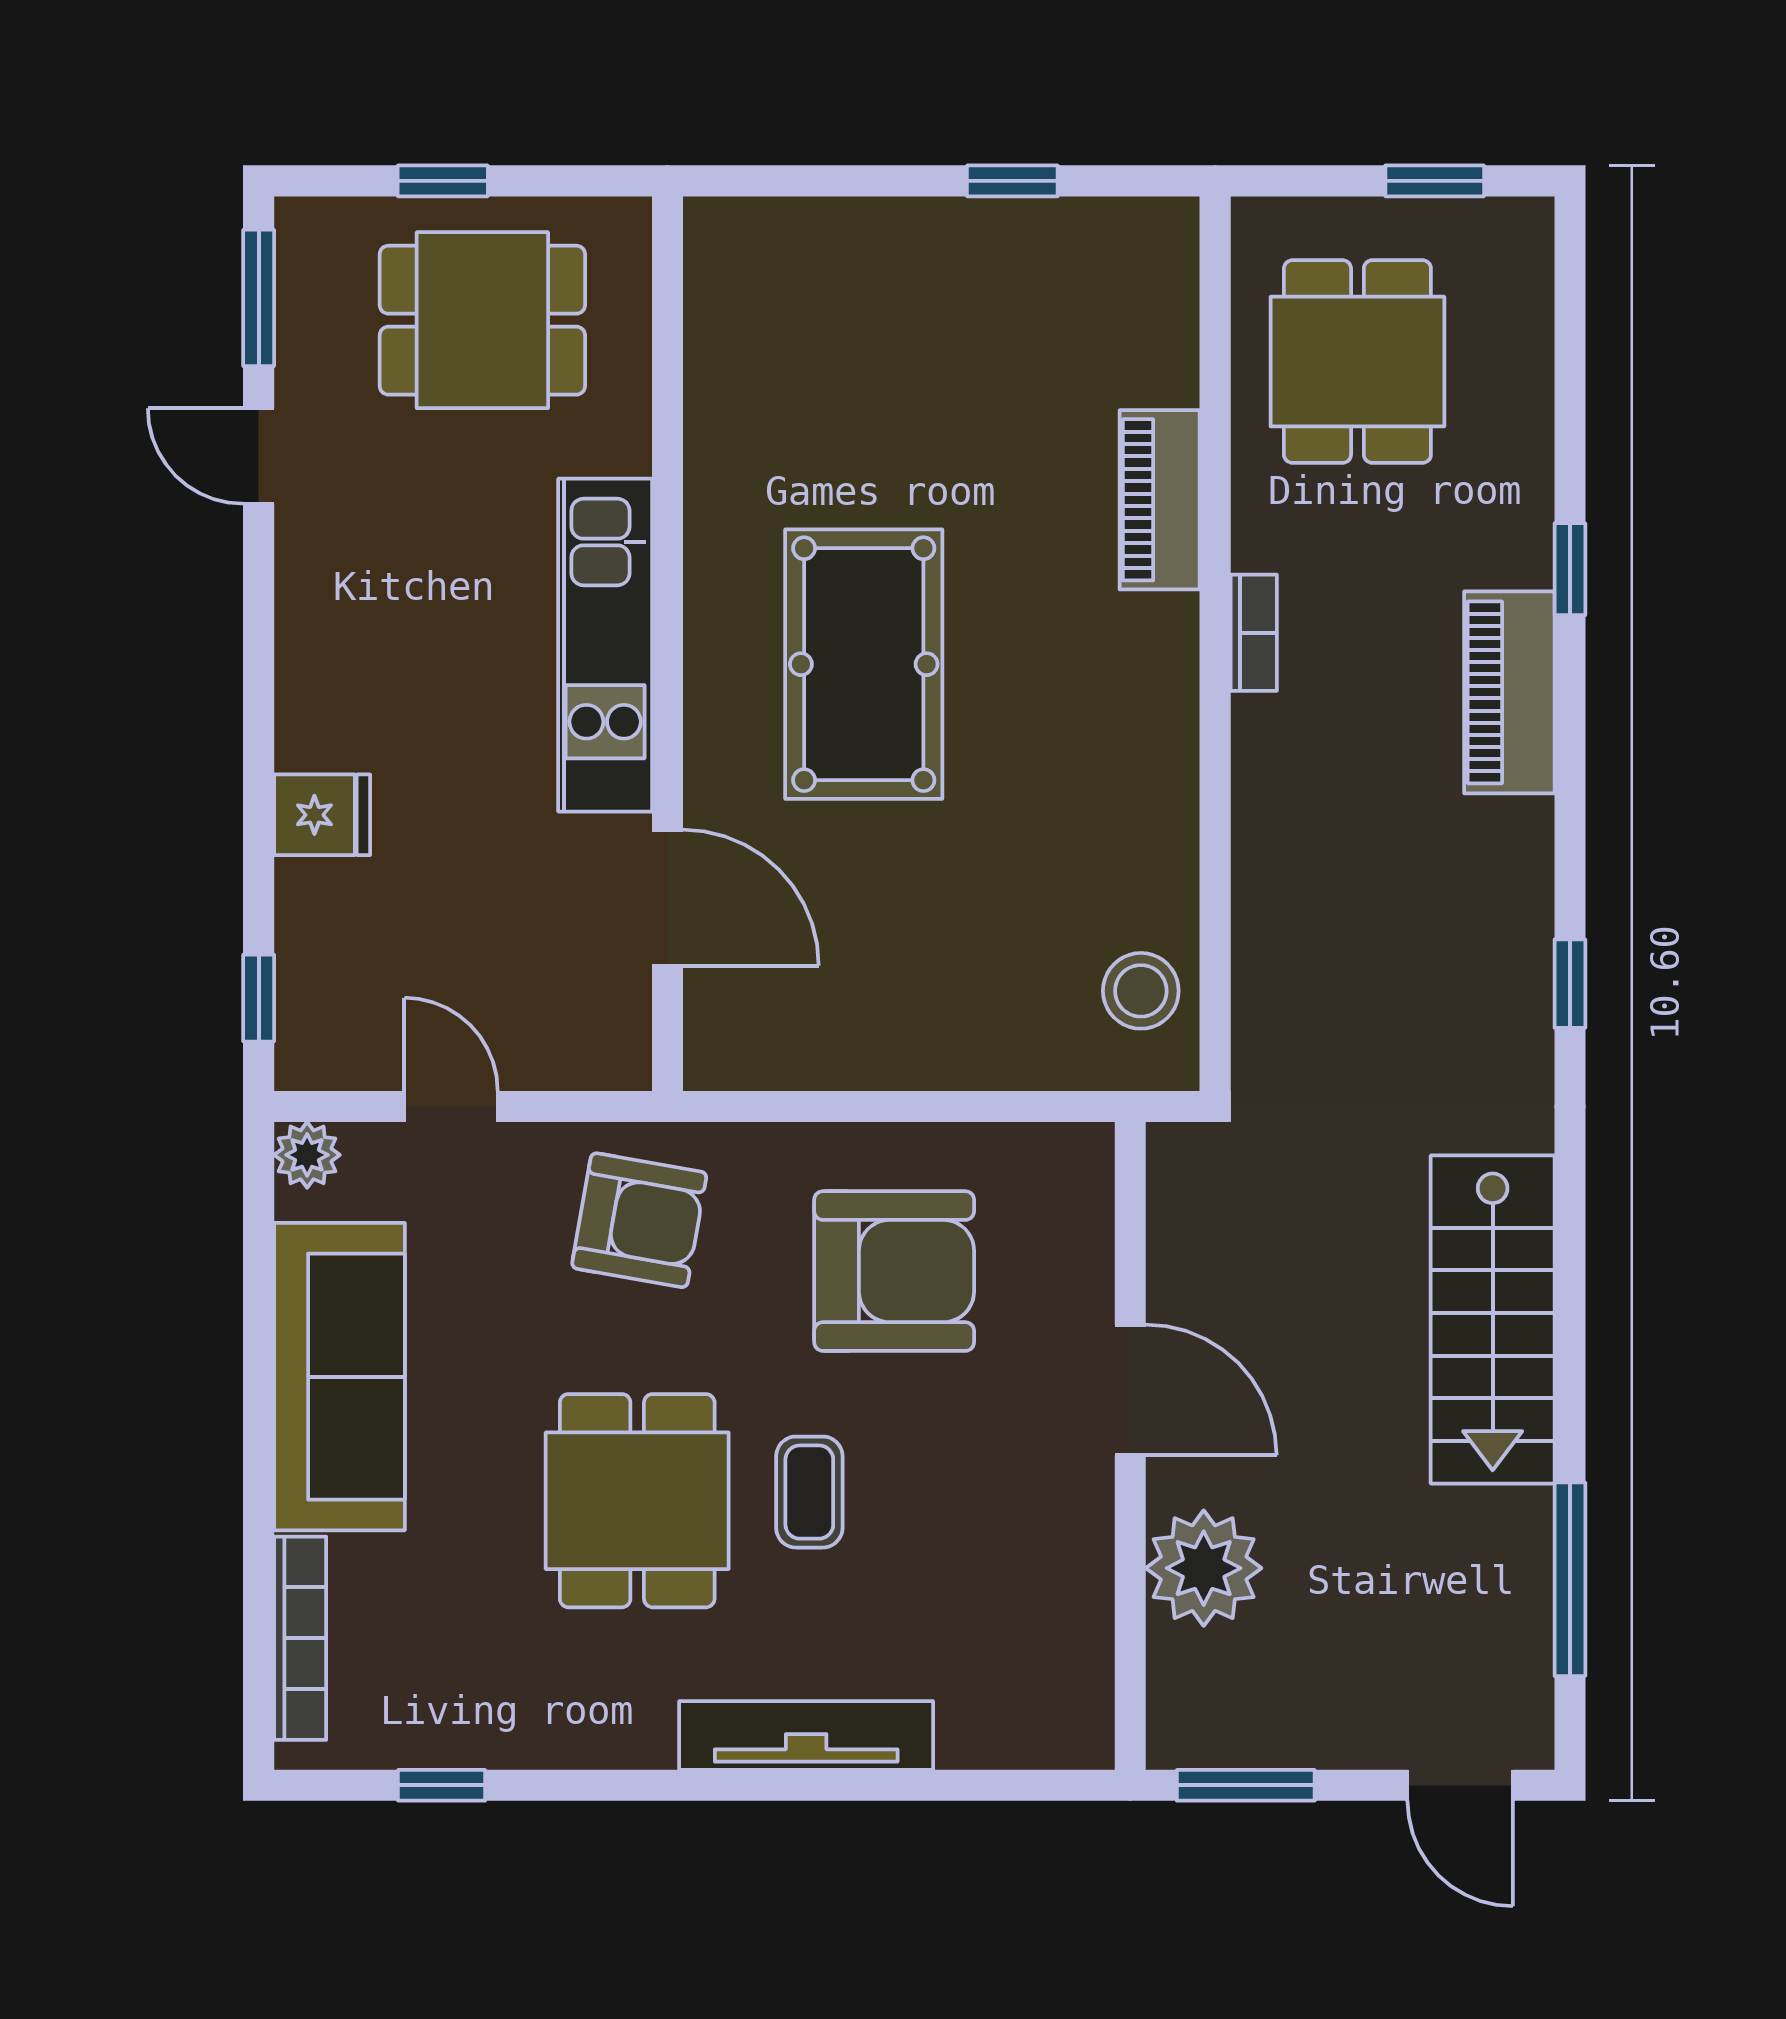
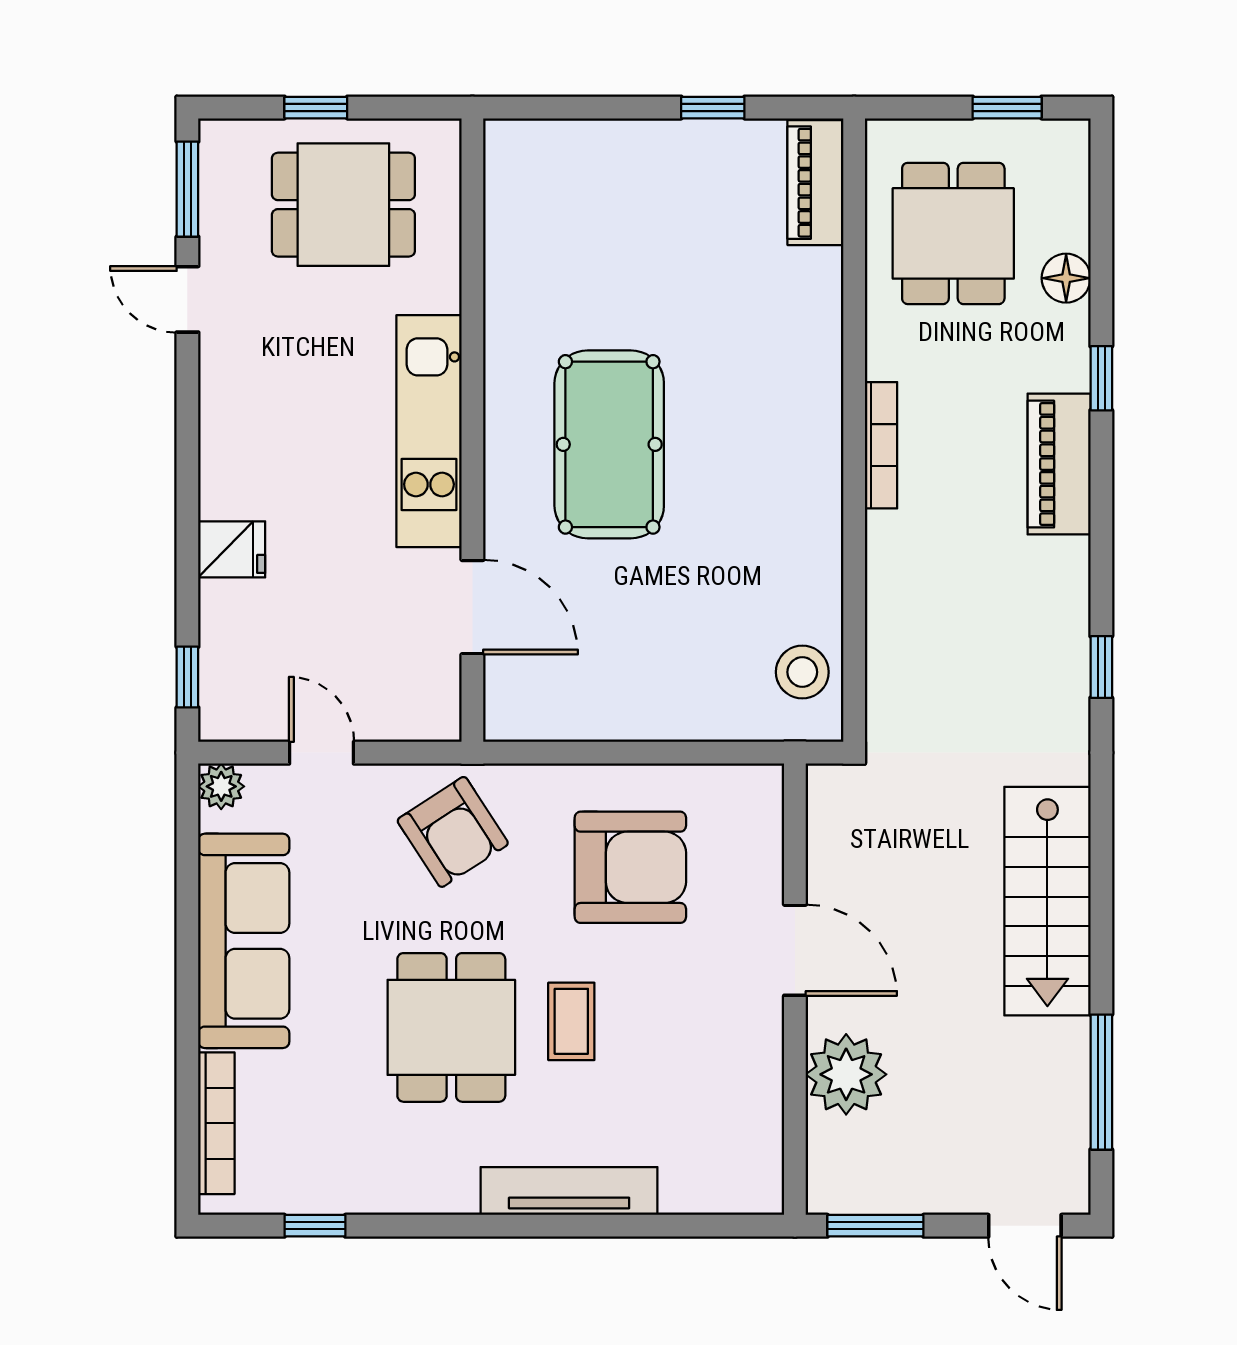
floor lamp: (1519, 426) -> (1066, 278), added
piano: (1160, 500) -> (815, 183), moved
bookcase: (1254, 633) -> (881, 445), width x1.56
armchair: (639, 1220) -> (453, 832), turned 47

